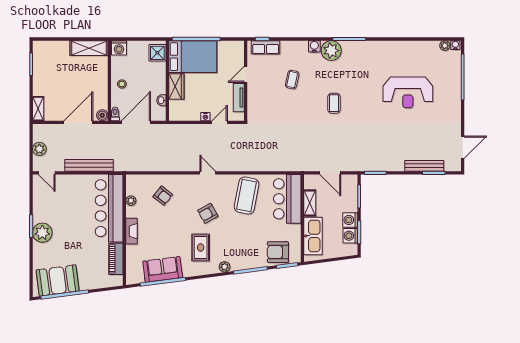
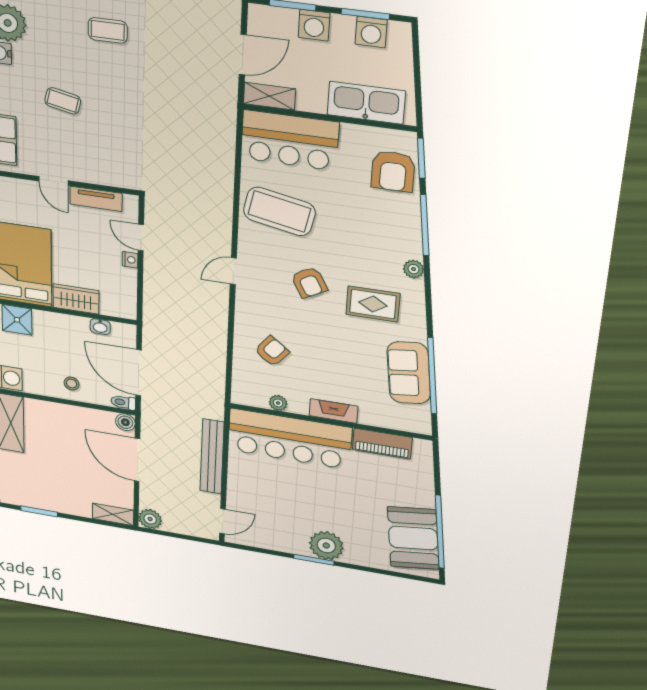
plant: (39, 149) -> (150, 519), moved
shelving: (310, 203) -> (269, 96), moved
washing machine: (350, 220) -> (314, 25), moved

